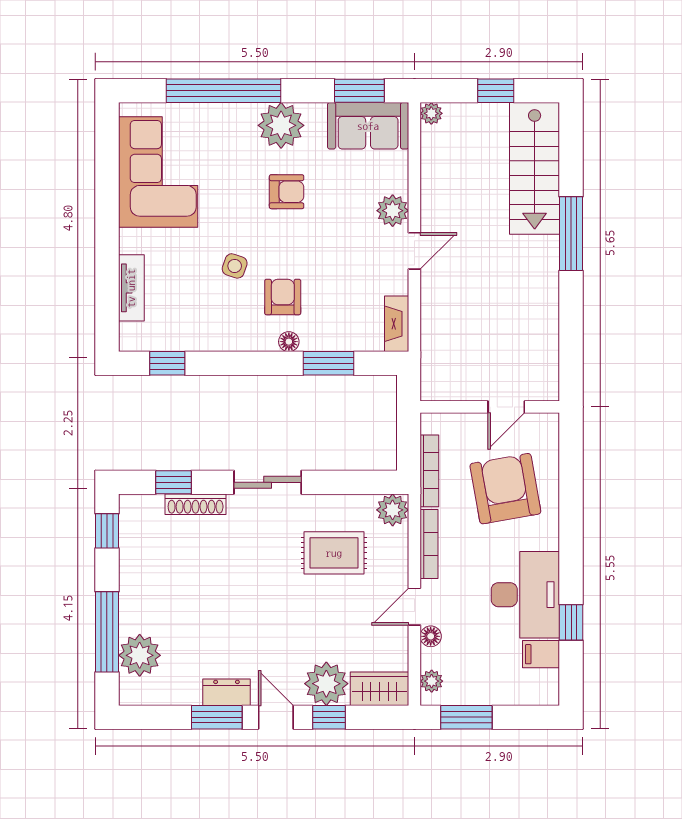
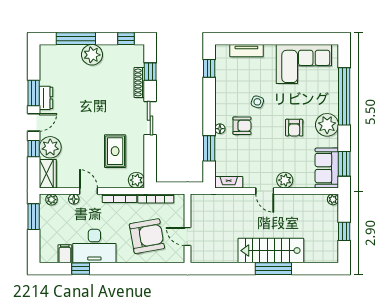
stairs: (535, 168) -> (271, 251), moved
plant: (140, 655) -> (92, 55), moved

